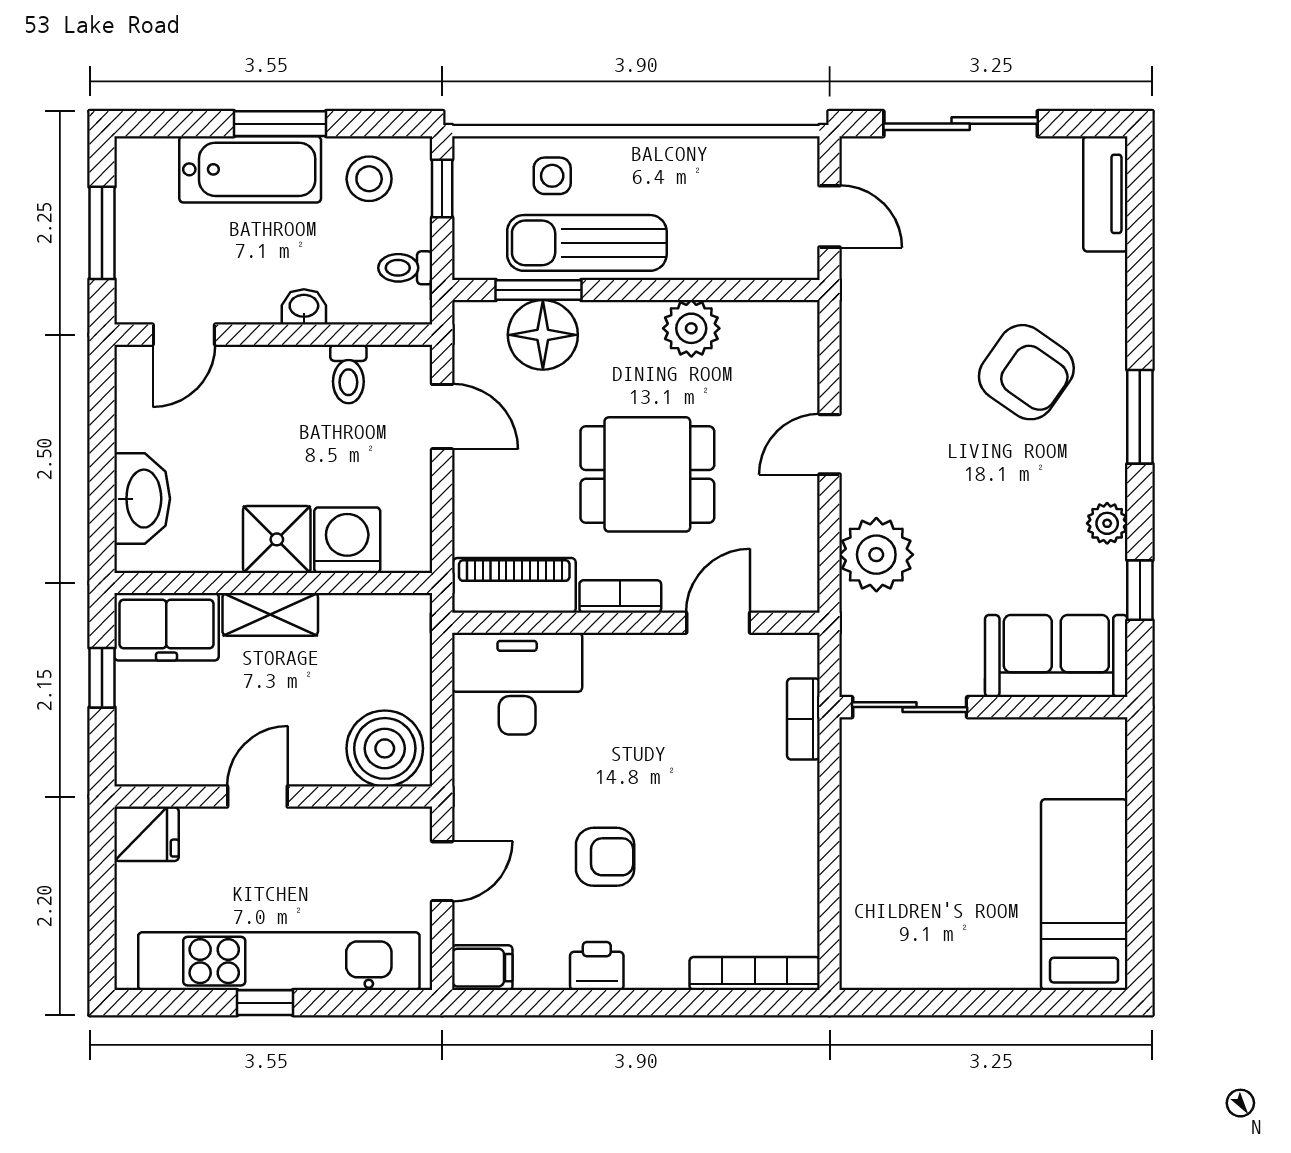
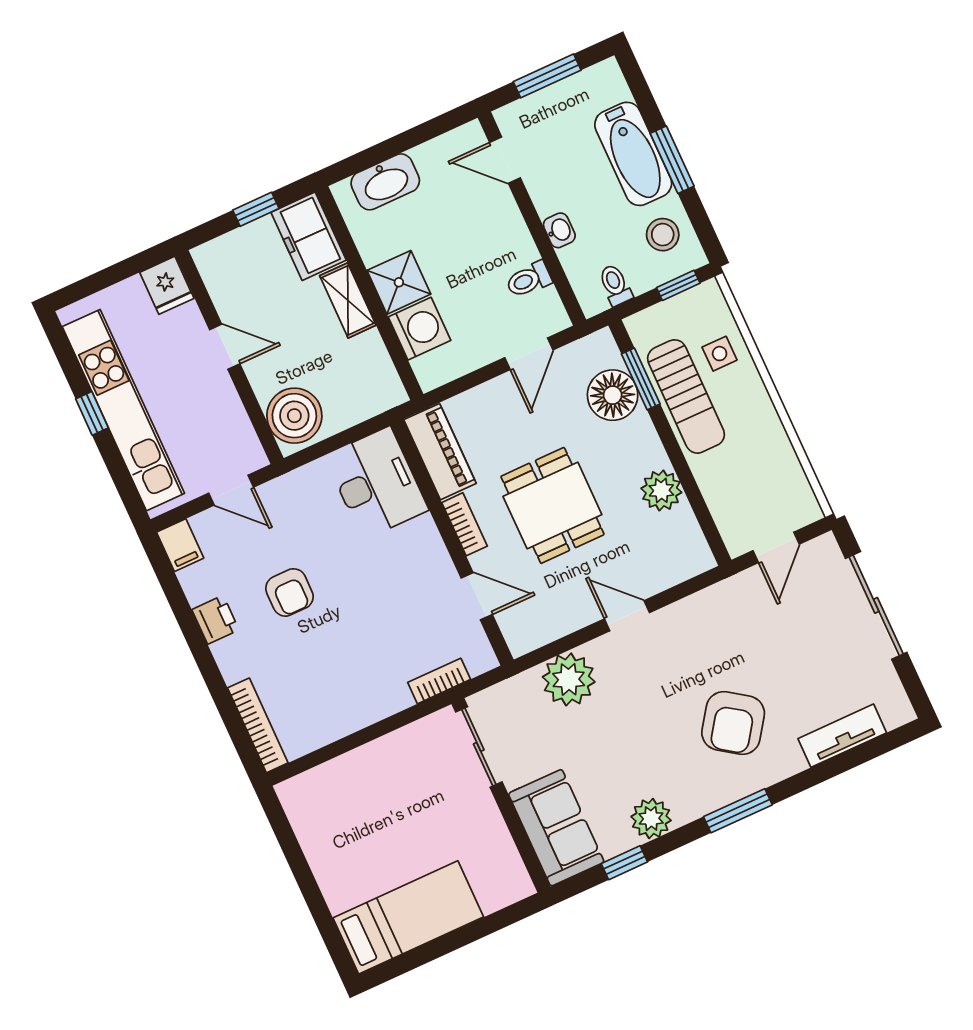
tv unit: (1105, 194) -> (842, 736), moved
sun lounger: (587, 243) -> (686, 396), turned 180
plant: (1107, 523) -> (651, 818), width x1.38, depth x1.38

